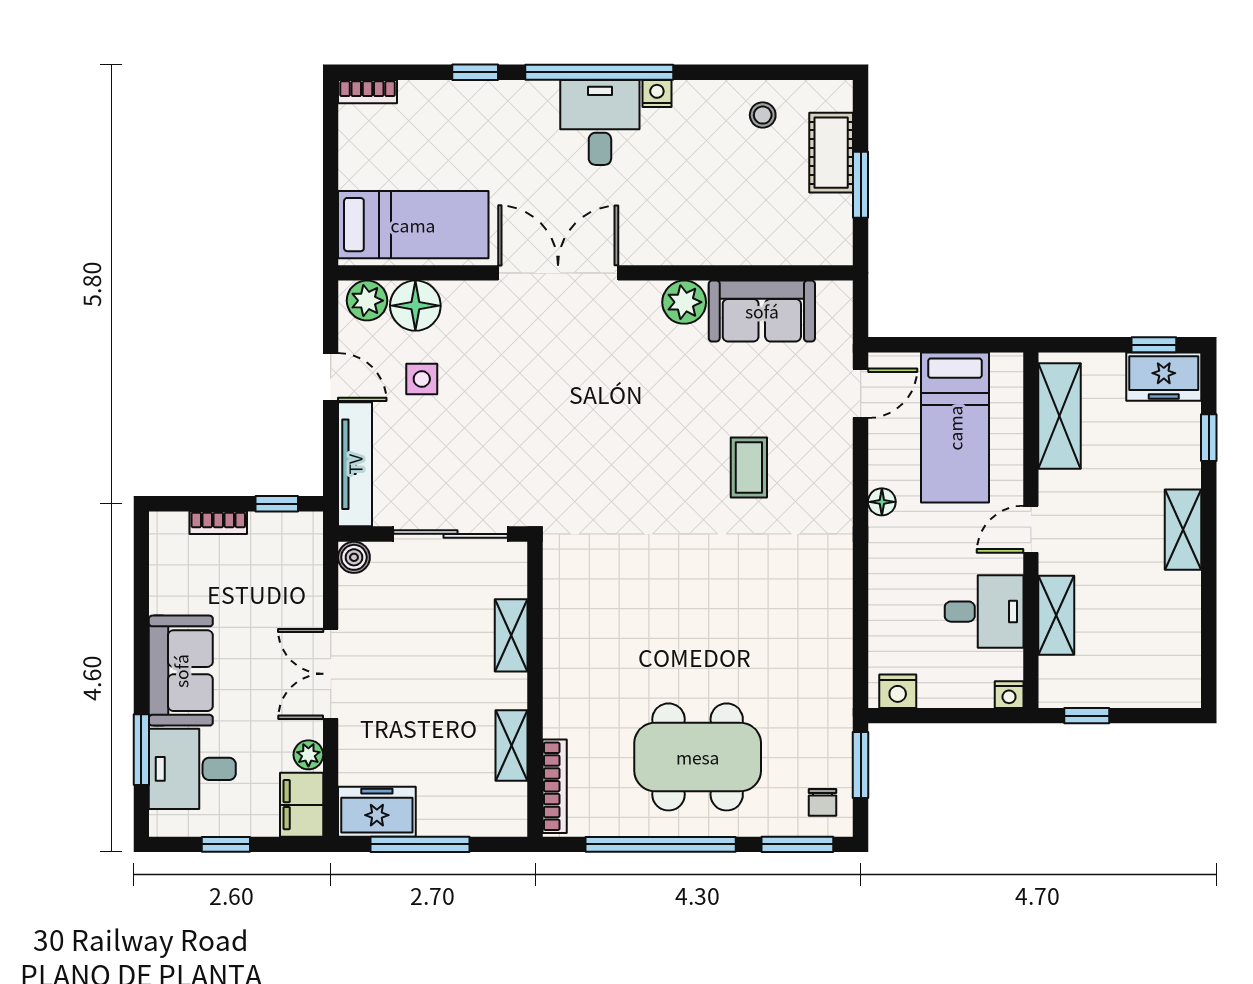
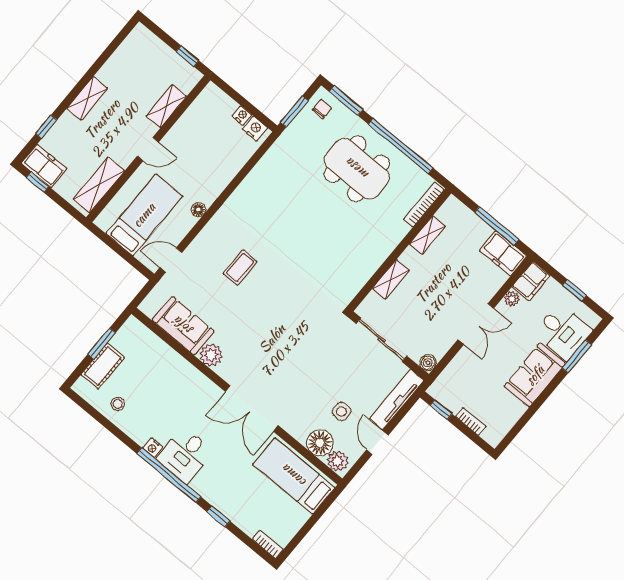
desk: (984, 612) -> (194, 132), removed
nightstand: (1009, 695) -> (242, 115), moved

